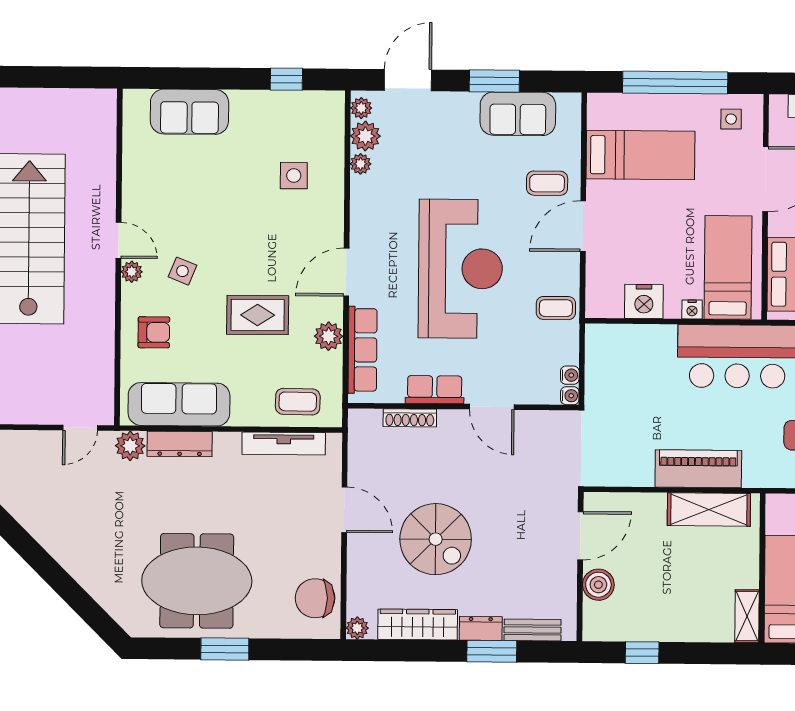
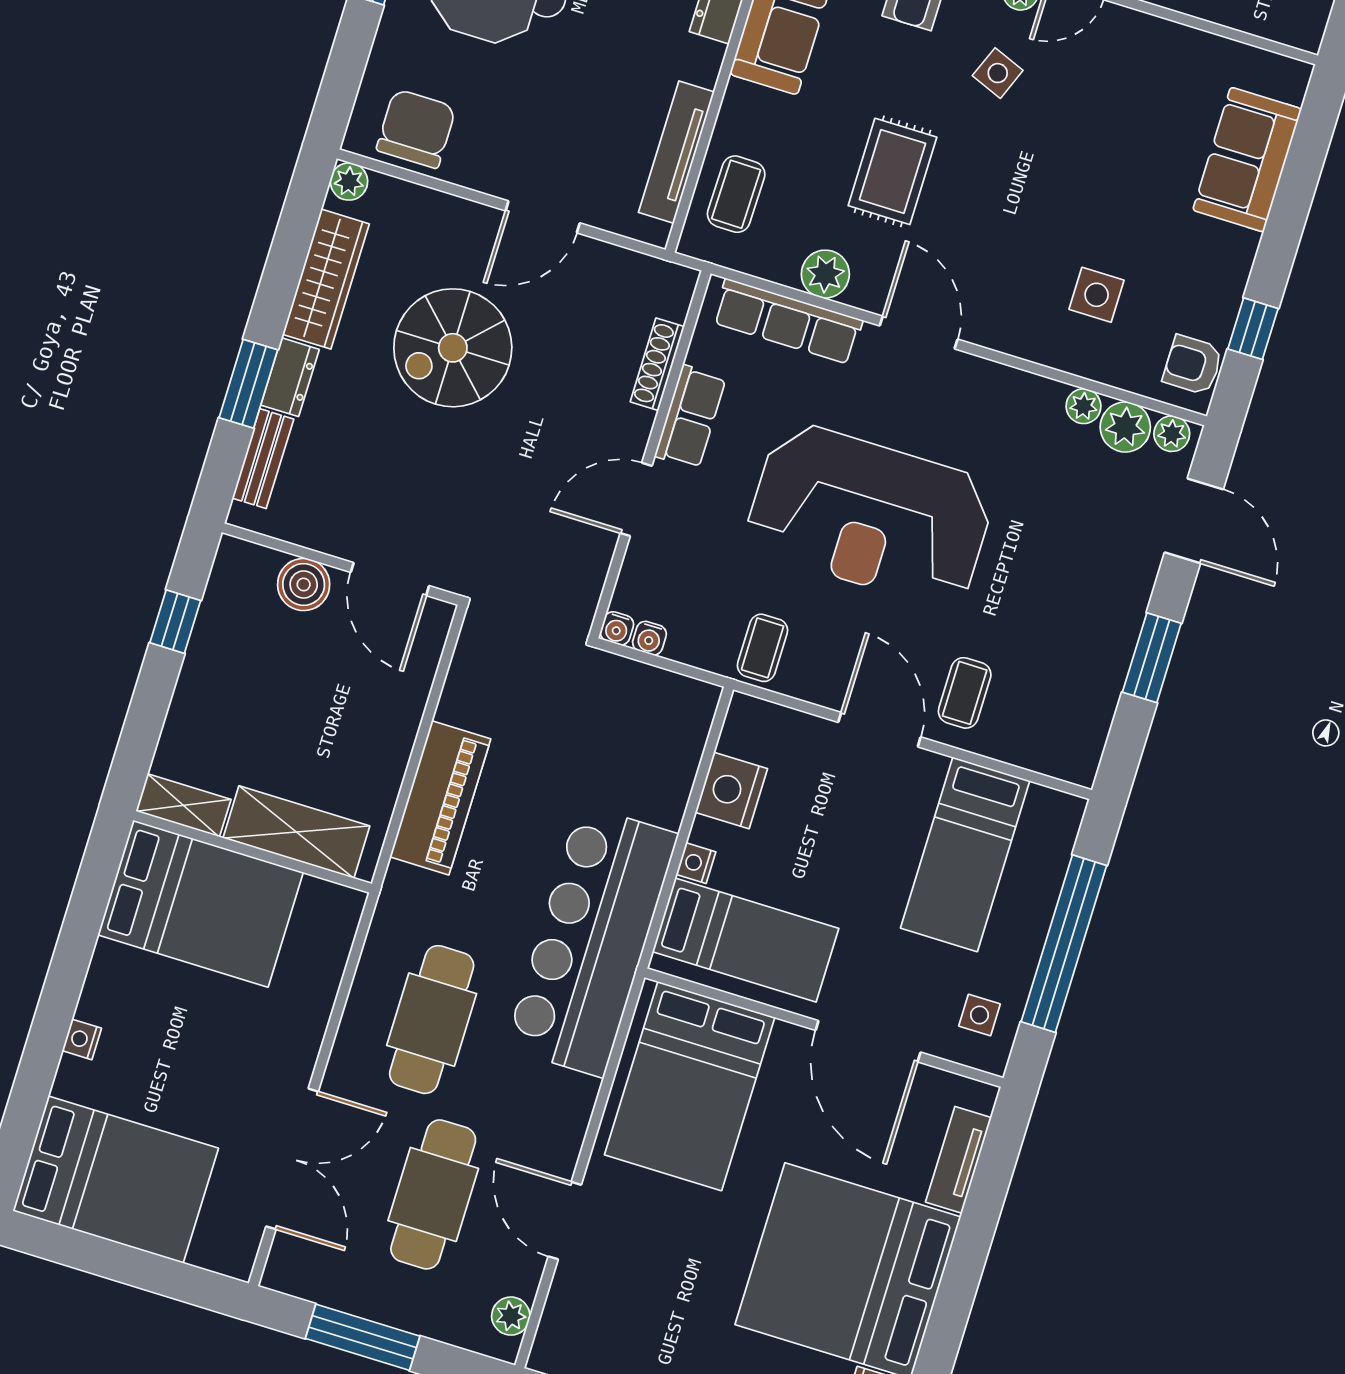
armchair: (318, 108) -> (1193, 365), added
sofa: (518, 114) -> (1089, 679), removed
shelving: (709, 510) -> (296, 832), moved, turned 90

